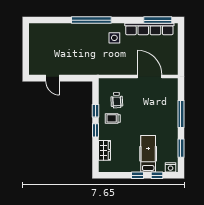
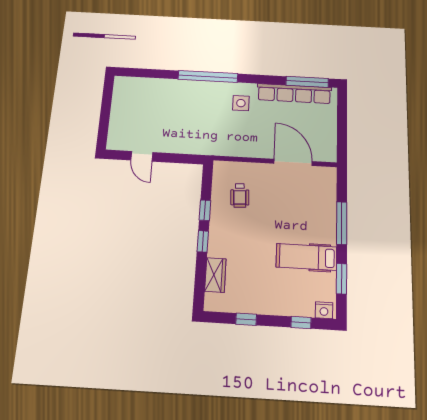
trolley: (113, 118) -> (232, 224), removed
hospital bed: (148, 154) -> (306, 257), moved, turned -90
window: (137, 175) -> (246, 319), moved

